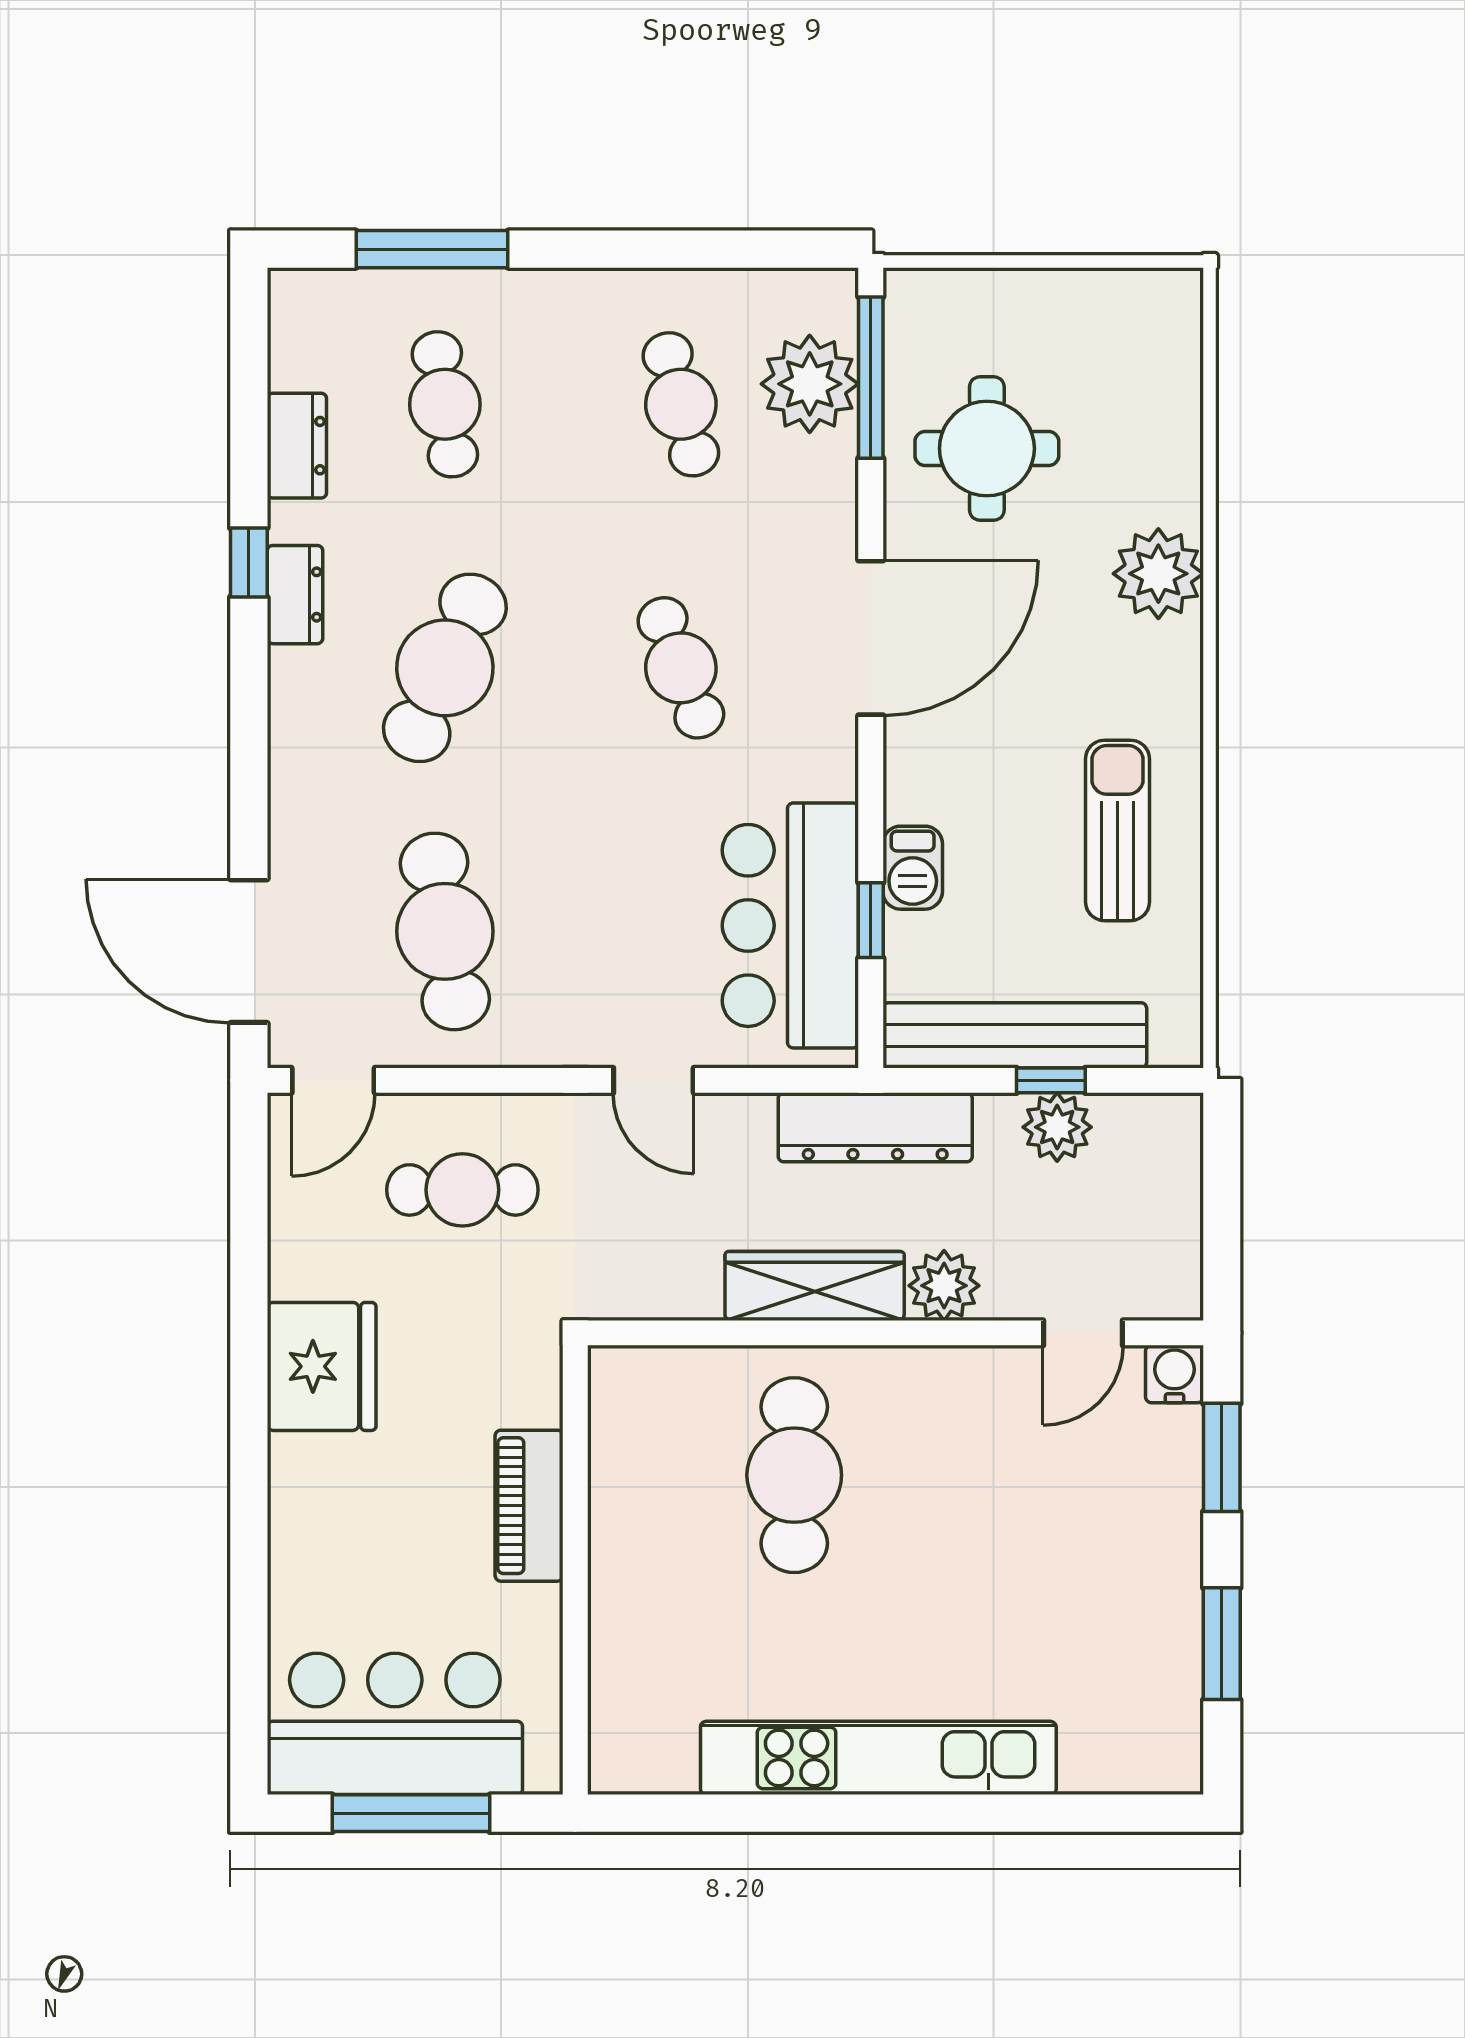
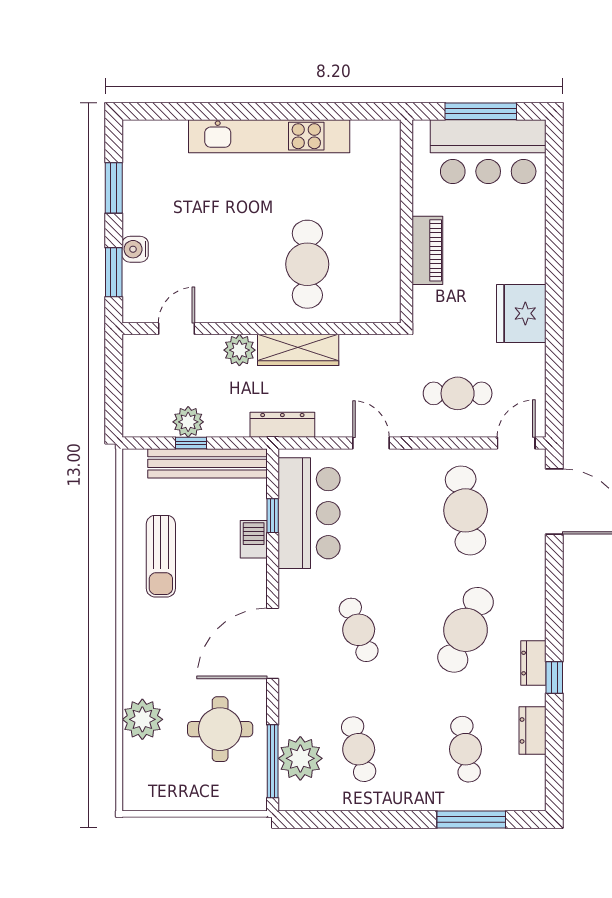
plant: (1158, 574) -> (142, 719), moved
dresser: (875, 1127) -> (282, 425), width x0.73, depth x0.80
water cooler: (1174, 1374) -> (135, 249), moved, turned 90

